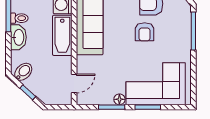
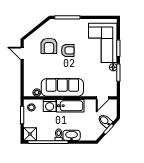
bidet: (23, 72) -> (105, 121), moved
door: (74, 83) -> (103, 98), swing flipped

